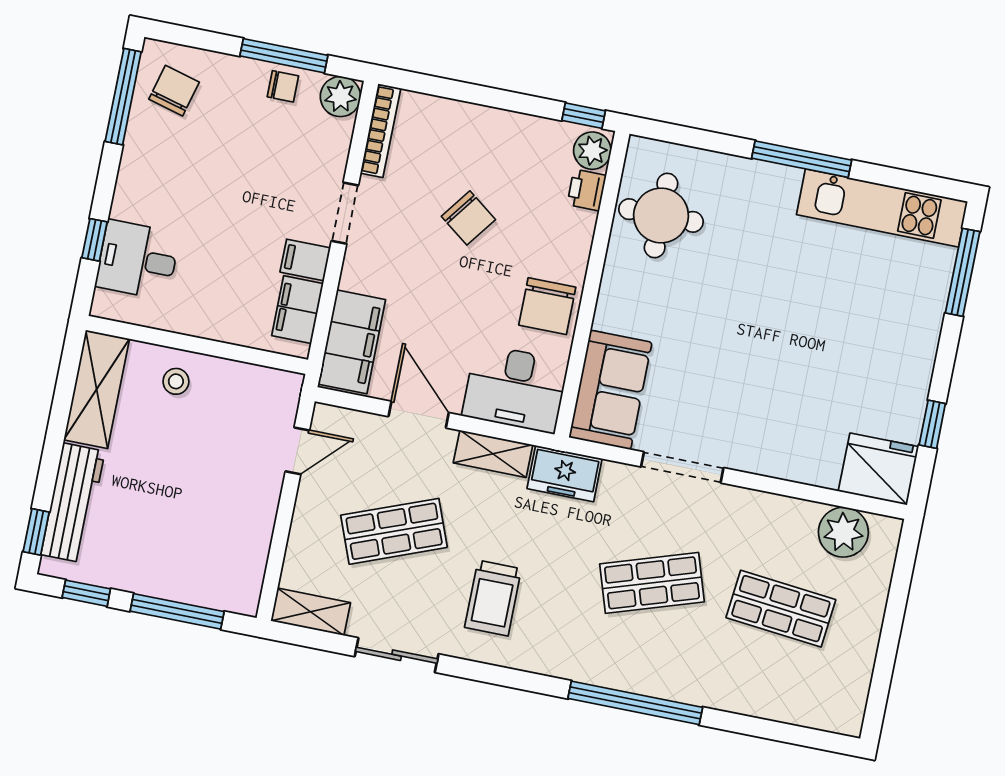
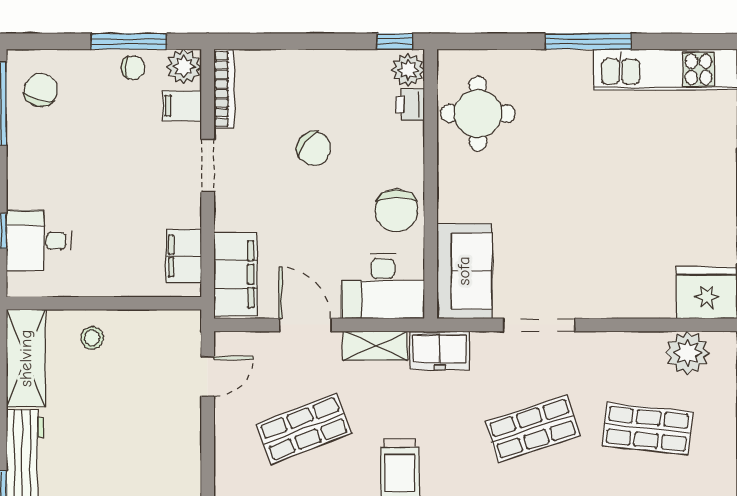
filing cabinet: (305, 260) -> (182, 106), moved

